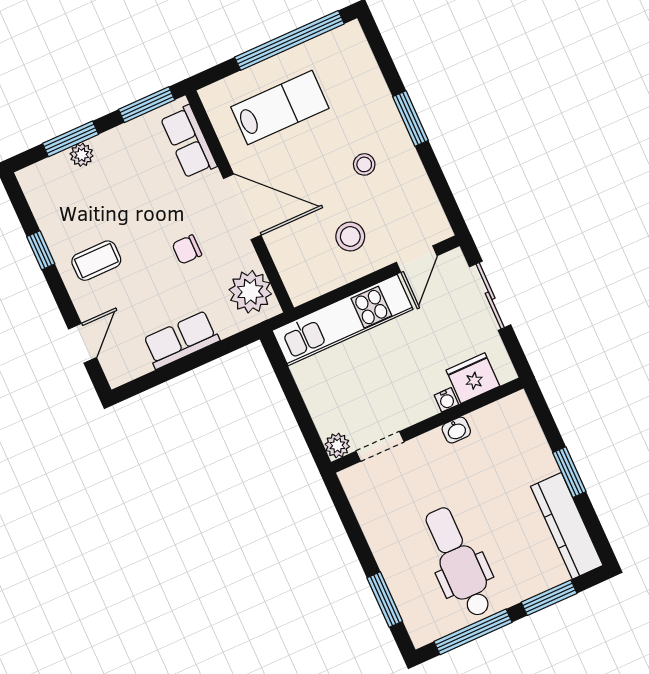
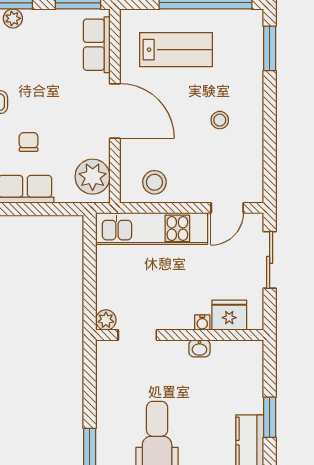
window: (410, 119) -> (270, 48), moved
stool: (350, 236) -> (154, 182), moved
chair: (187, 249) -> (29, 142), moved, turned 90

